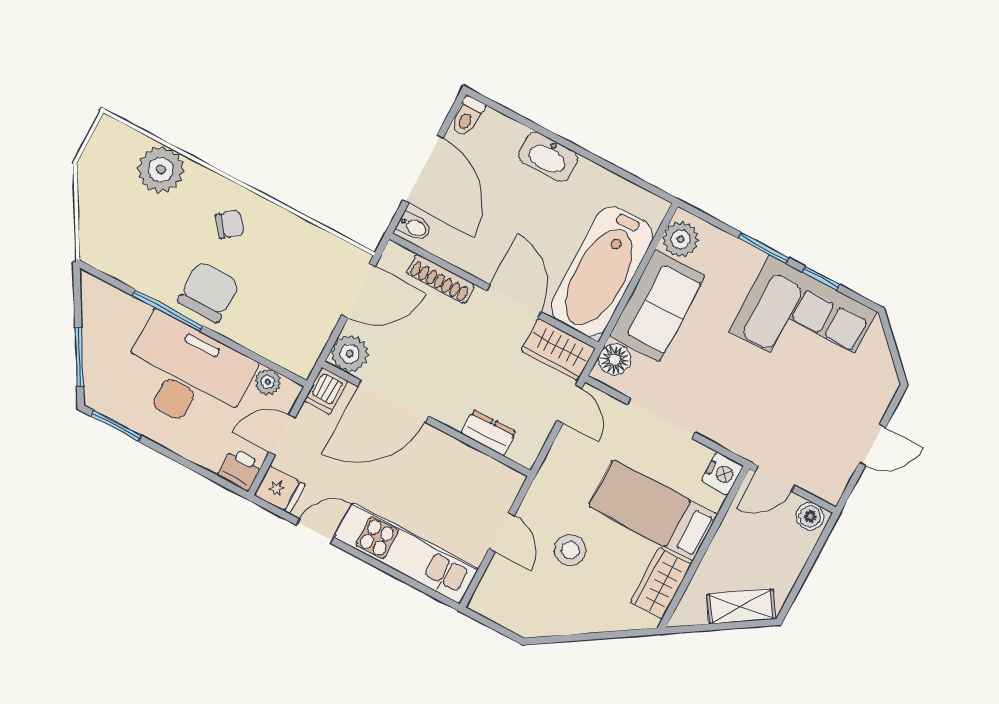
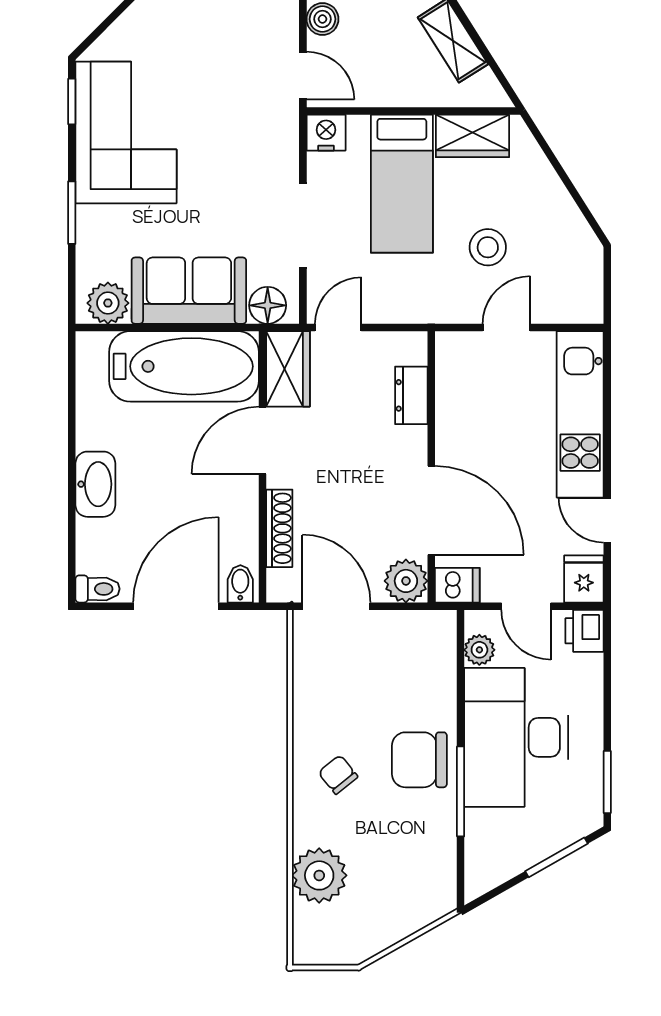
window: (821, 278) -> (72, 101), moved

